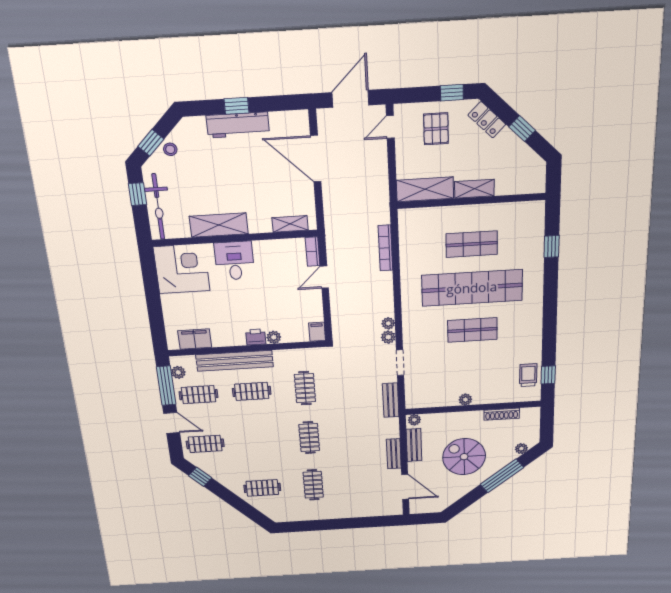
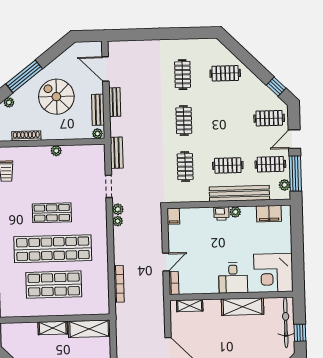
shop shelf: (472, 244) -> (54, 285), width x1.43, depth x1.36
plant: (274, 337) -> (235, 212), moved
door: (172, 423) -> (294, 139), hinge flipped
spiral stairs: (464, 457) -> (56, 97), turned 180

